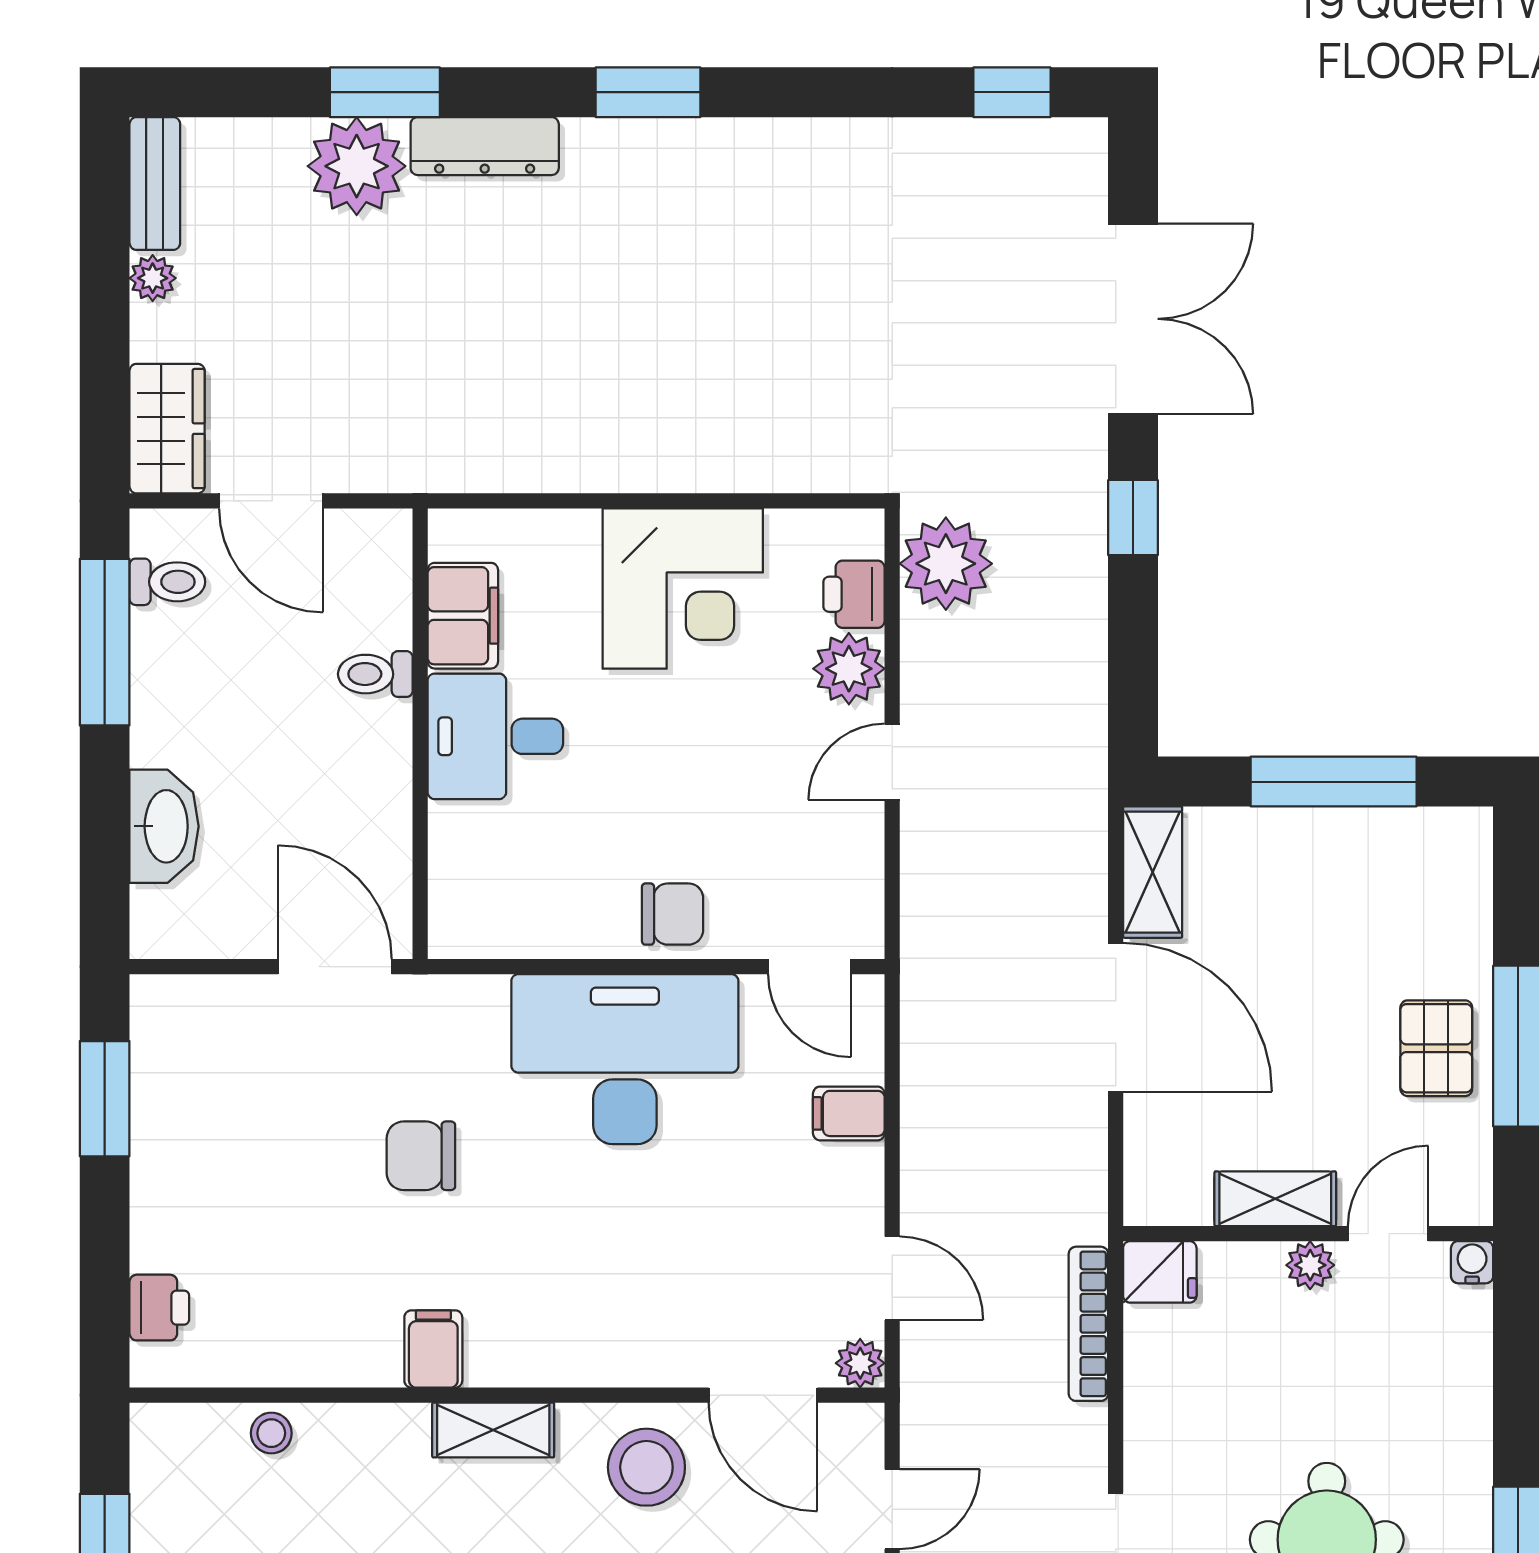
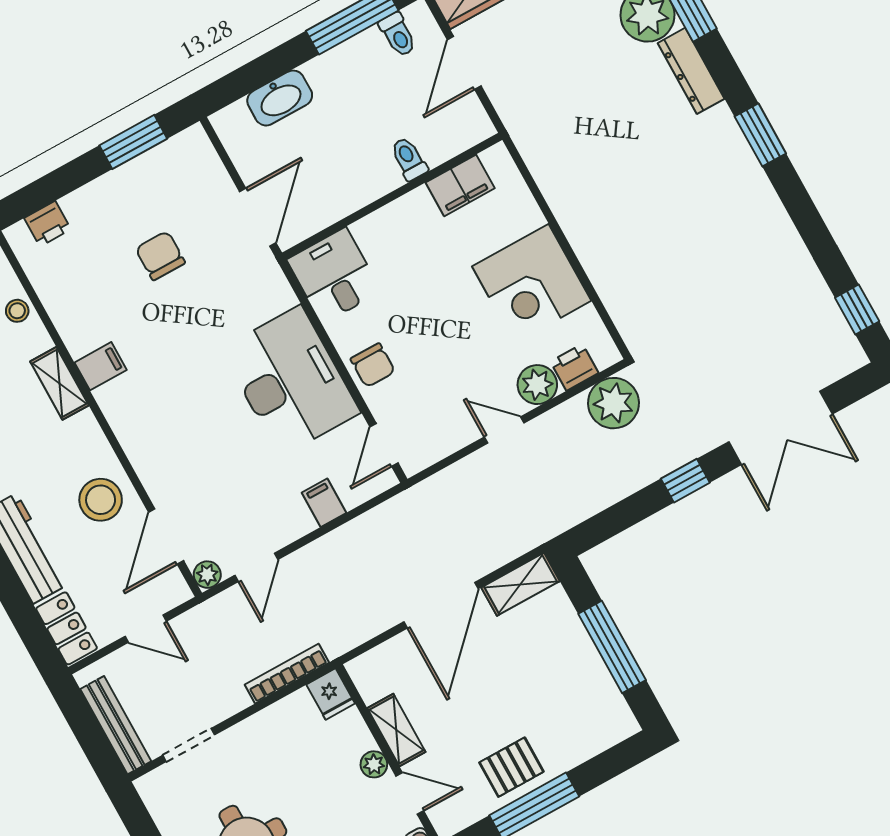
desk: (495, 736) -> (334, 276), moved
chair: (421, 1156) -> (160, 256), moved
shelving: (493, 1430) -> (59, 383), moved

